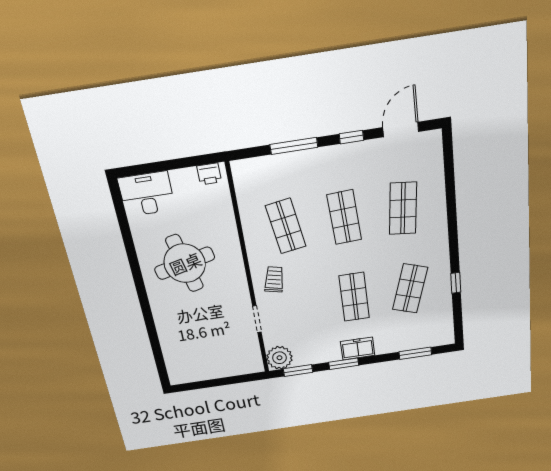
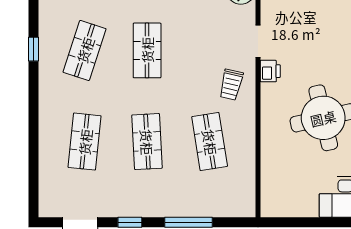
printer: (209, 174) -> (270, 71), moved, turned 90

